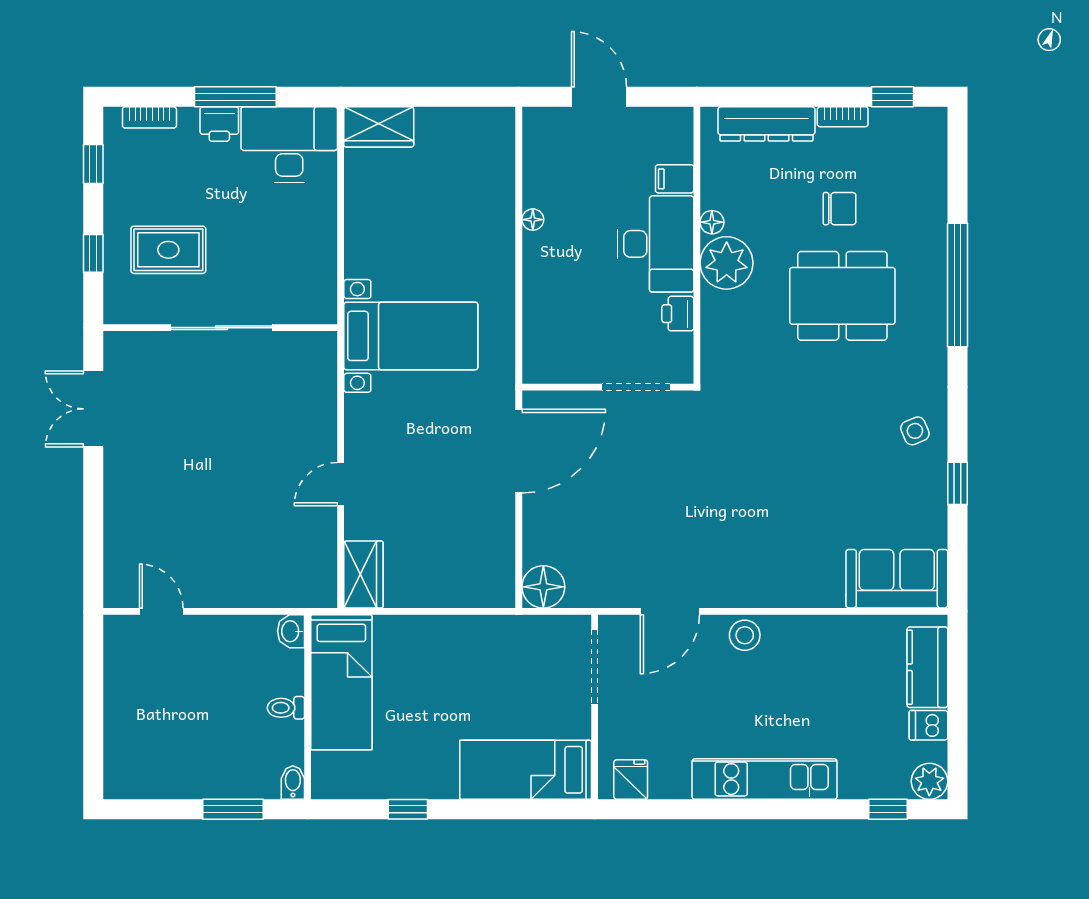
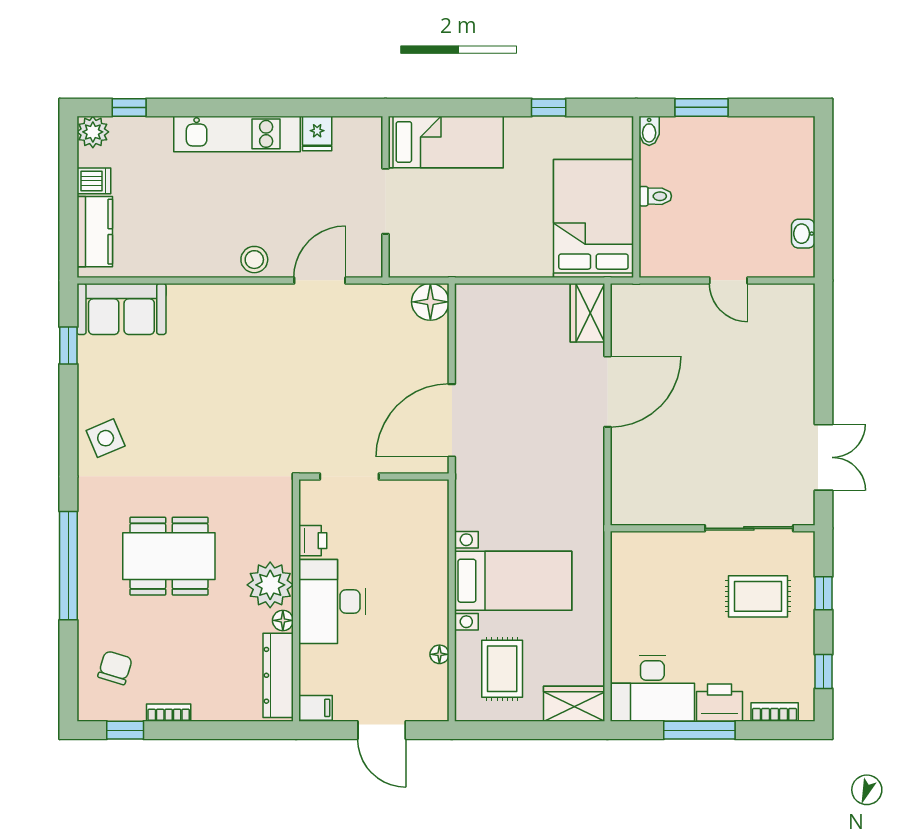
printer: (219, 124) -> (719, 703), width x1.36, depth x1.24
dresser: (766, 124) -> (278, 675), moved, turned -90
rug: (461, 167) -> (502, 669), added
filing cabinet: (675, 179) -> (316, 708), moved
chair: (839, 209) -> (115, 668), moved, turned 107
floor lamp: (533, 220) -> (439, 654), moved
sliding door: (222, 328) -> (749, 528), moved
bed with nightstands: (411, 336) -> (513, 581), moved, turned 180
side table: (915, 431) -> (106, 438), width x1.37, depth x1.37
window: (957, 483) -> (68, 345), moved
door: (341, 484) -> (607, 392), width x1.87
door: (161, 611) -> (728, 280), moved
washbasin: (291, 631) -> (803, 234), moved, turned 180
doorway: (595, 667) -> (385, 201), moved
bed: (341, 682) -> (593, 218), width x1.50
fridge: (631, 780) -> (317, 134), moved

